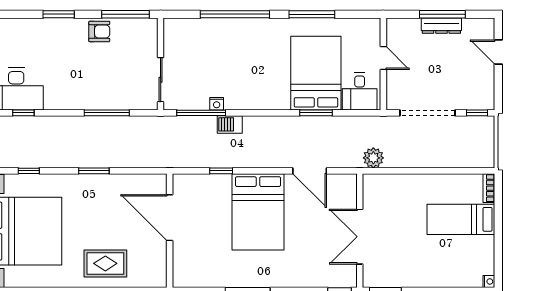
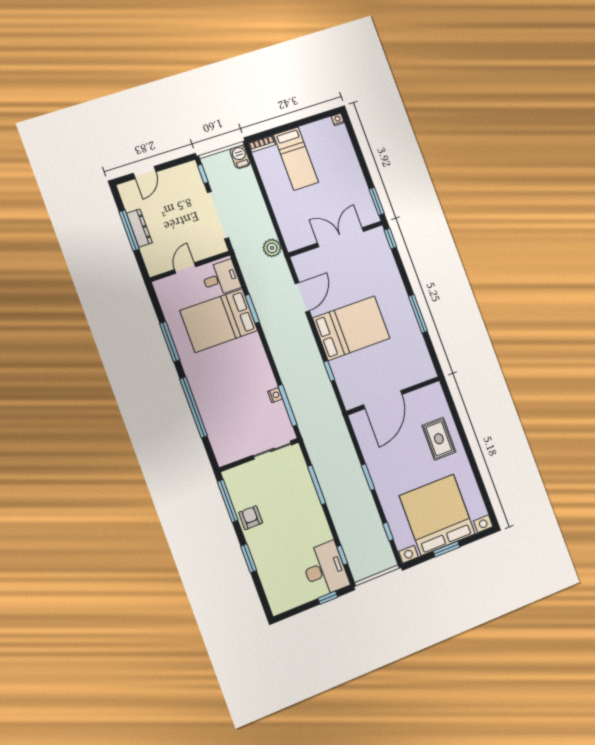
barbecue: (230, 124) -> (240, 157), moved, turned 180
double door: (360, 237) -> (341, 237), swing flipped

